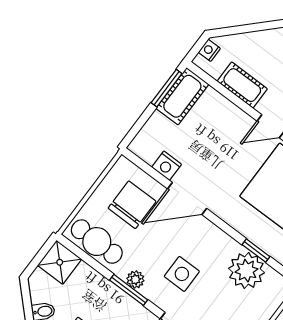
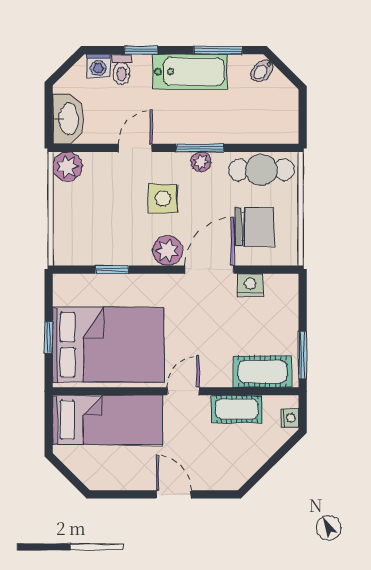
cot: (182, 96) -> (262, 372), moved, turned 90
chair: (132, 205) -> (255, 227), turned -90
shower: (60, 262) -> (281, 126), removed
plant: (246, 271) -> (168, 251), moved, width x0.73, depth x0.73

